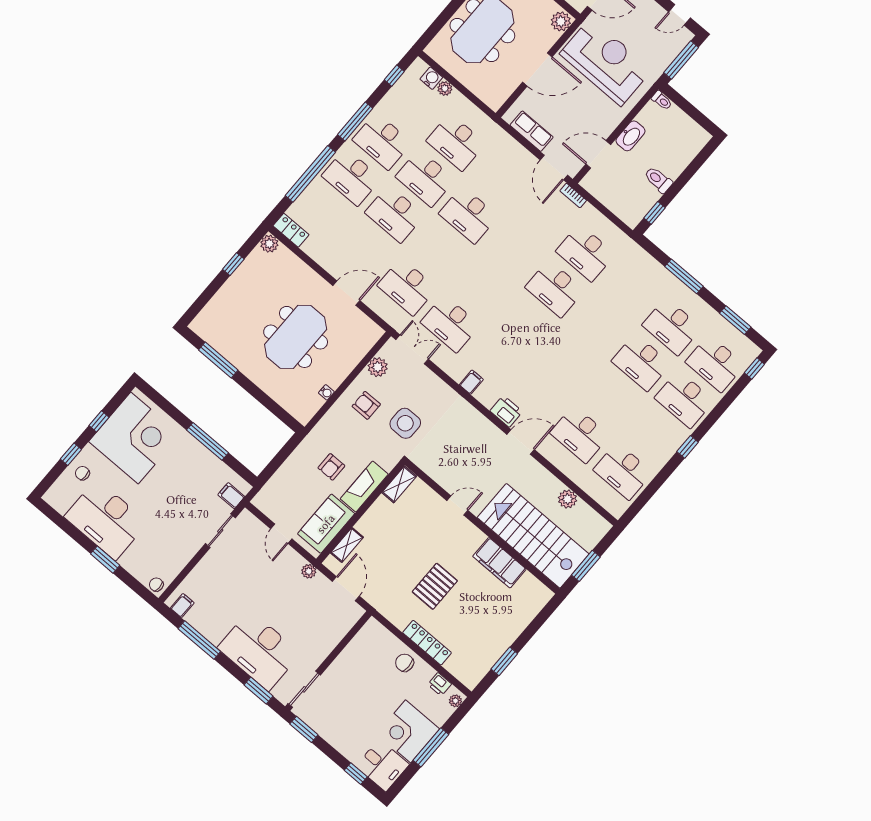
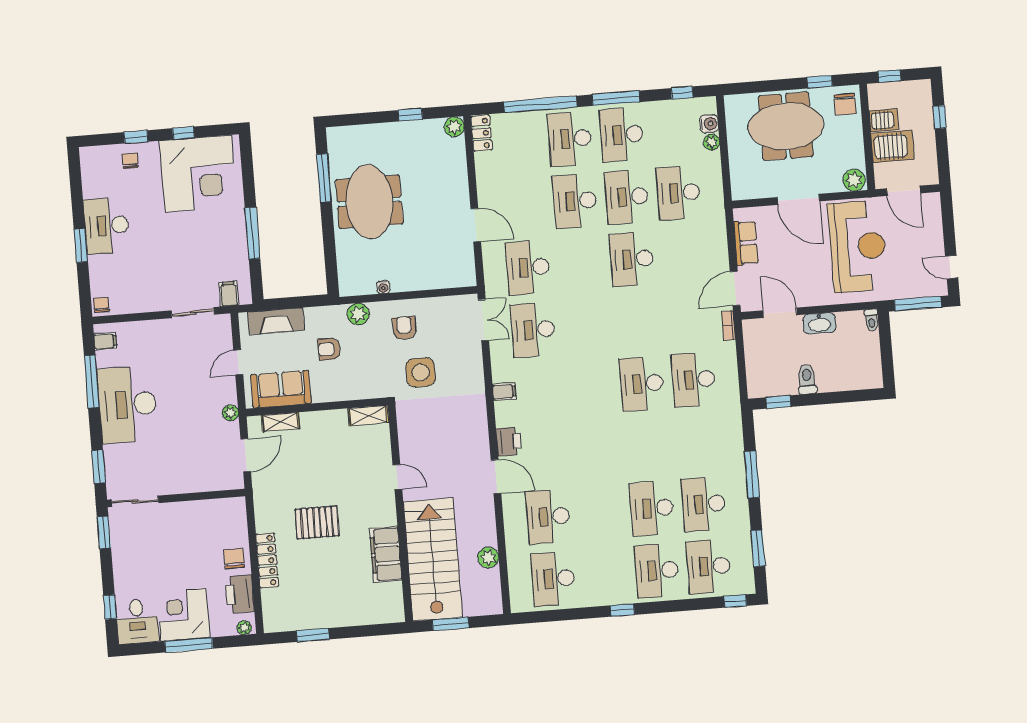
meeting table: (296, 337) -> (369, 202), moved, turned 90
plant: (378, 367) -> (358, 314), moved
fireplace: (364, 487) -> (276, 321), moved, turned 180
desk: (106, 520) -> (107, 226), width x0.73, depth x0.77
desk: (259, 651) -> (128, 405), moved
printer: (440, 684) -> (240, 594), width x1.87, depth x1.48

